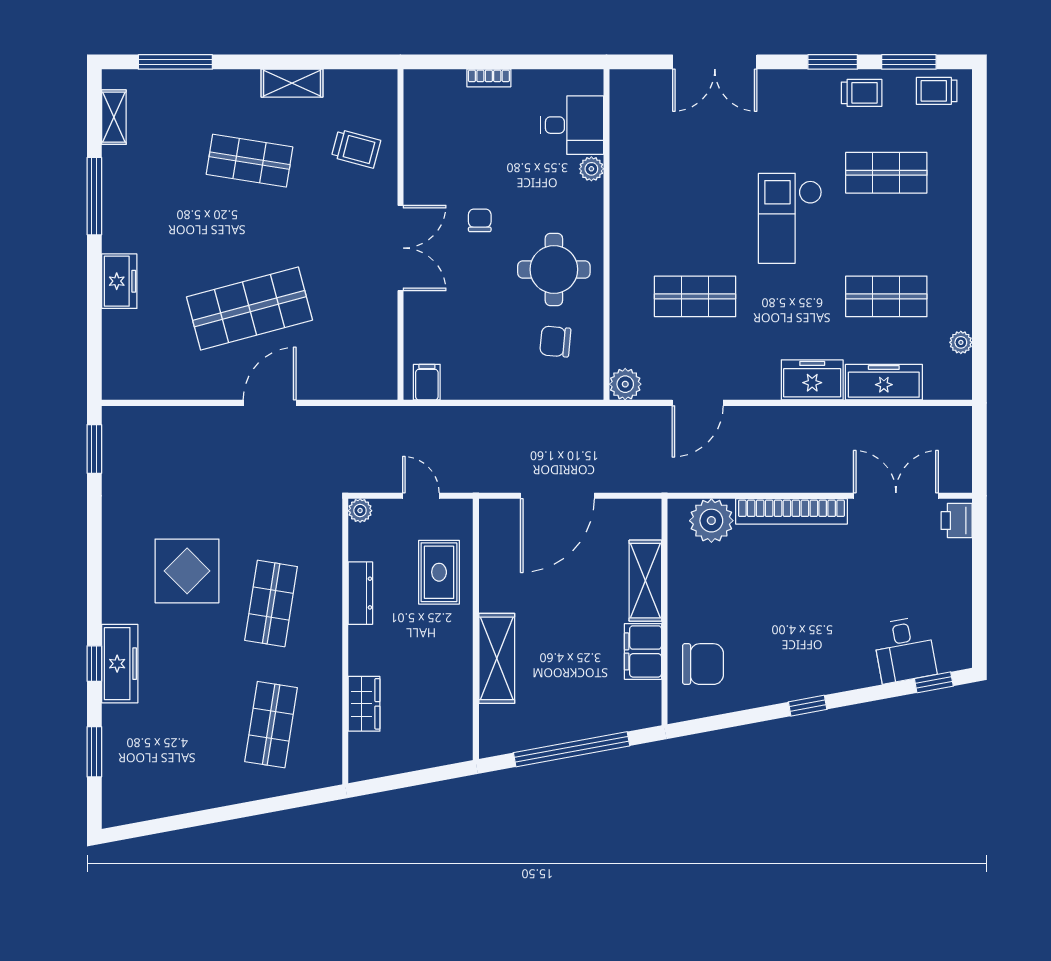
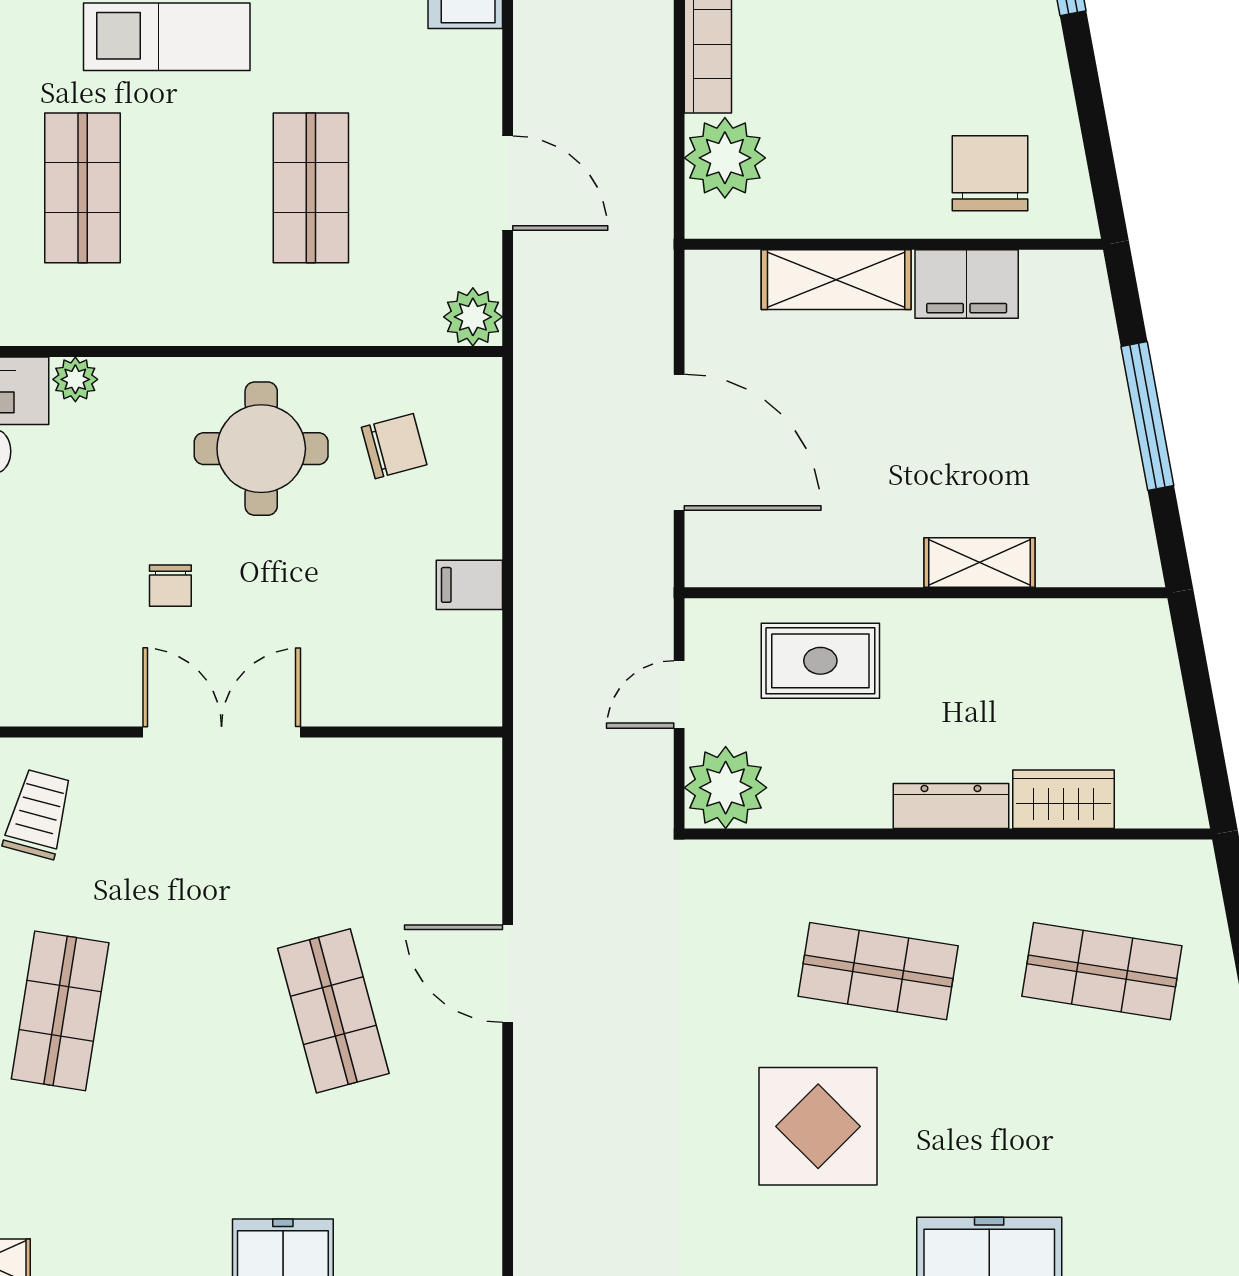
shop shelf: (695, 173) -> (83, 188), added
chair: (480, 220) -> (170, 586), turned -90
shop shelf: (250, 309) -> (333, 1011), width x0.70, depth x0.74
chair: (555, 341) -> (394, 446), turned -110
filing cabinet: (427, 382) -> (469, 585), moved
plant: (360, 511) -> (726, 788), width x1.88, depth x1.88
dresser: (360, 593) -> (951, 806), moved
shelving: (497, 658) -> (980, 563), width x0.67, depth x0.75
window: (572, 749) -> (1147, 416), width x0.68

